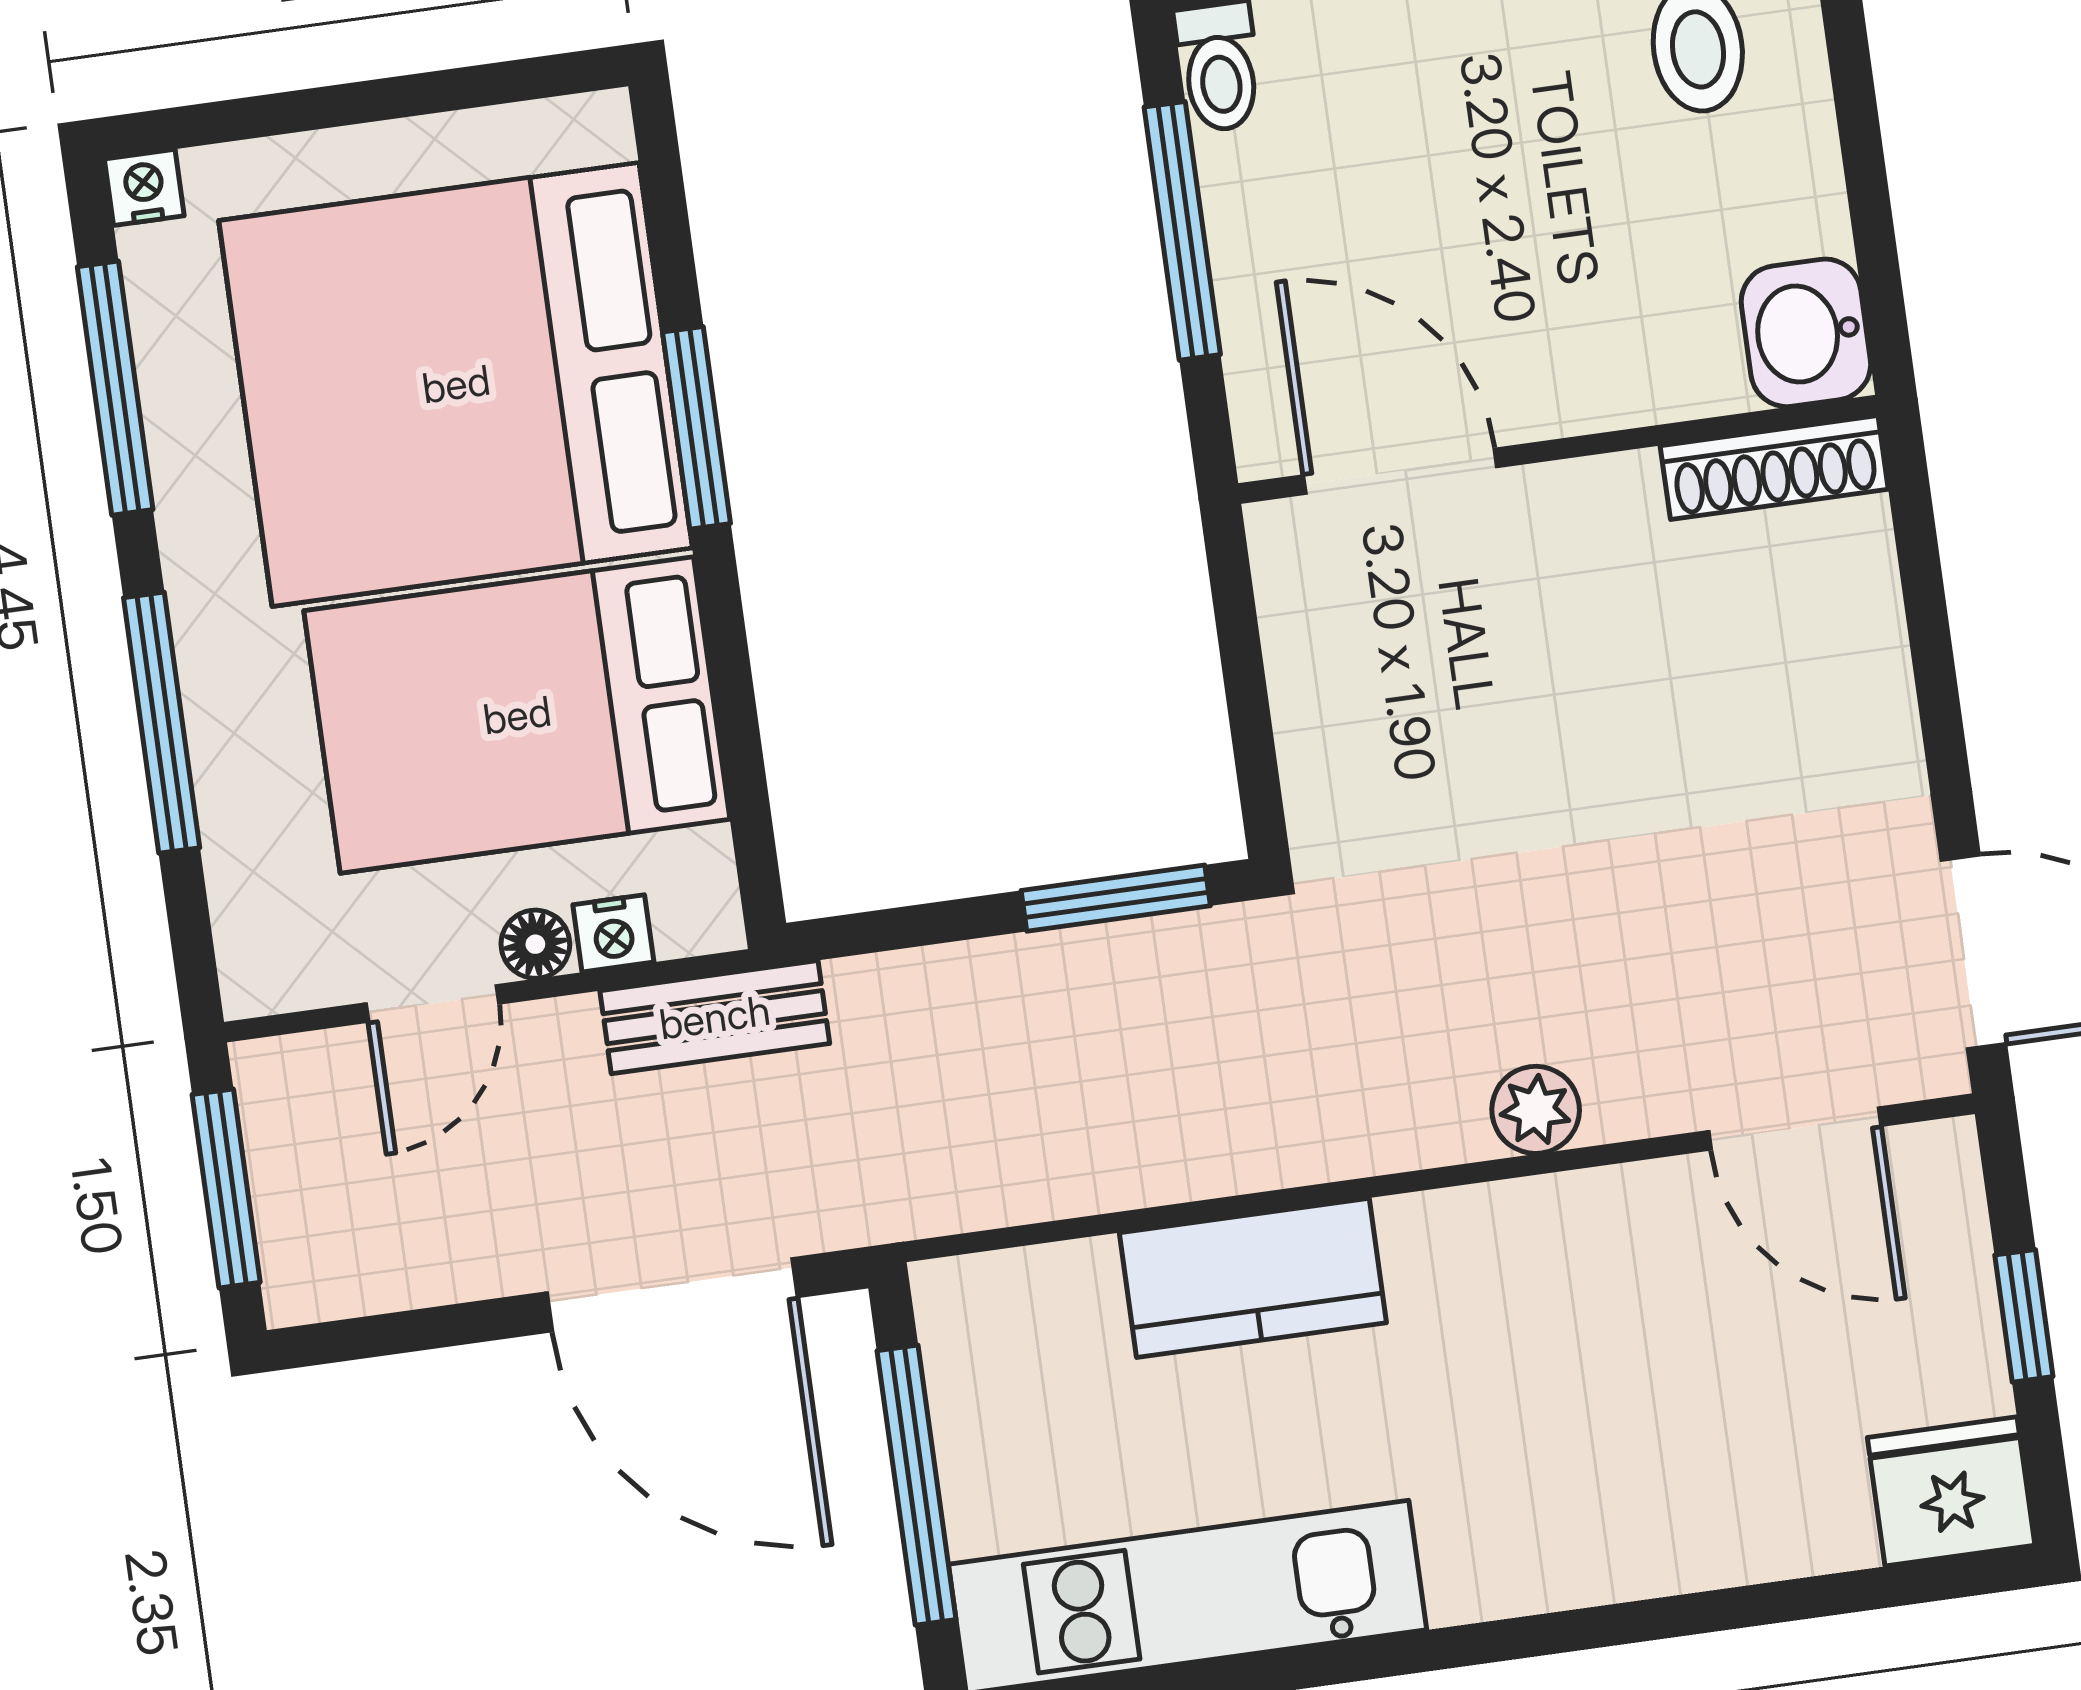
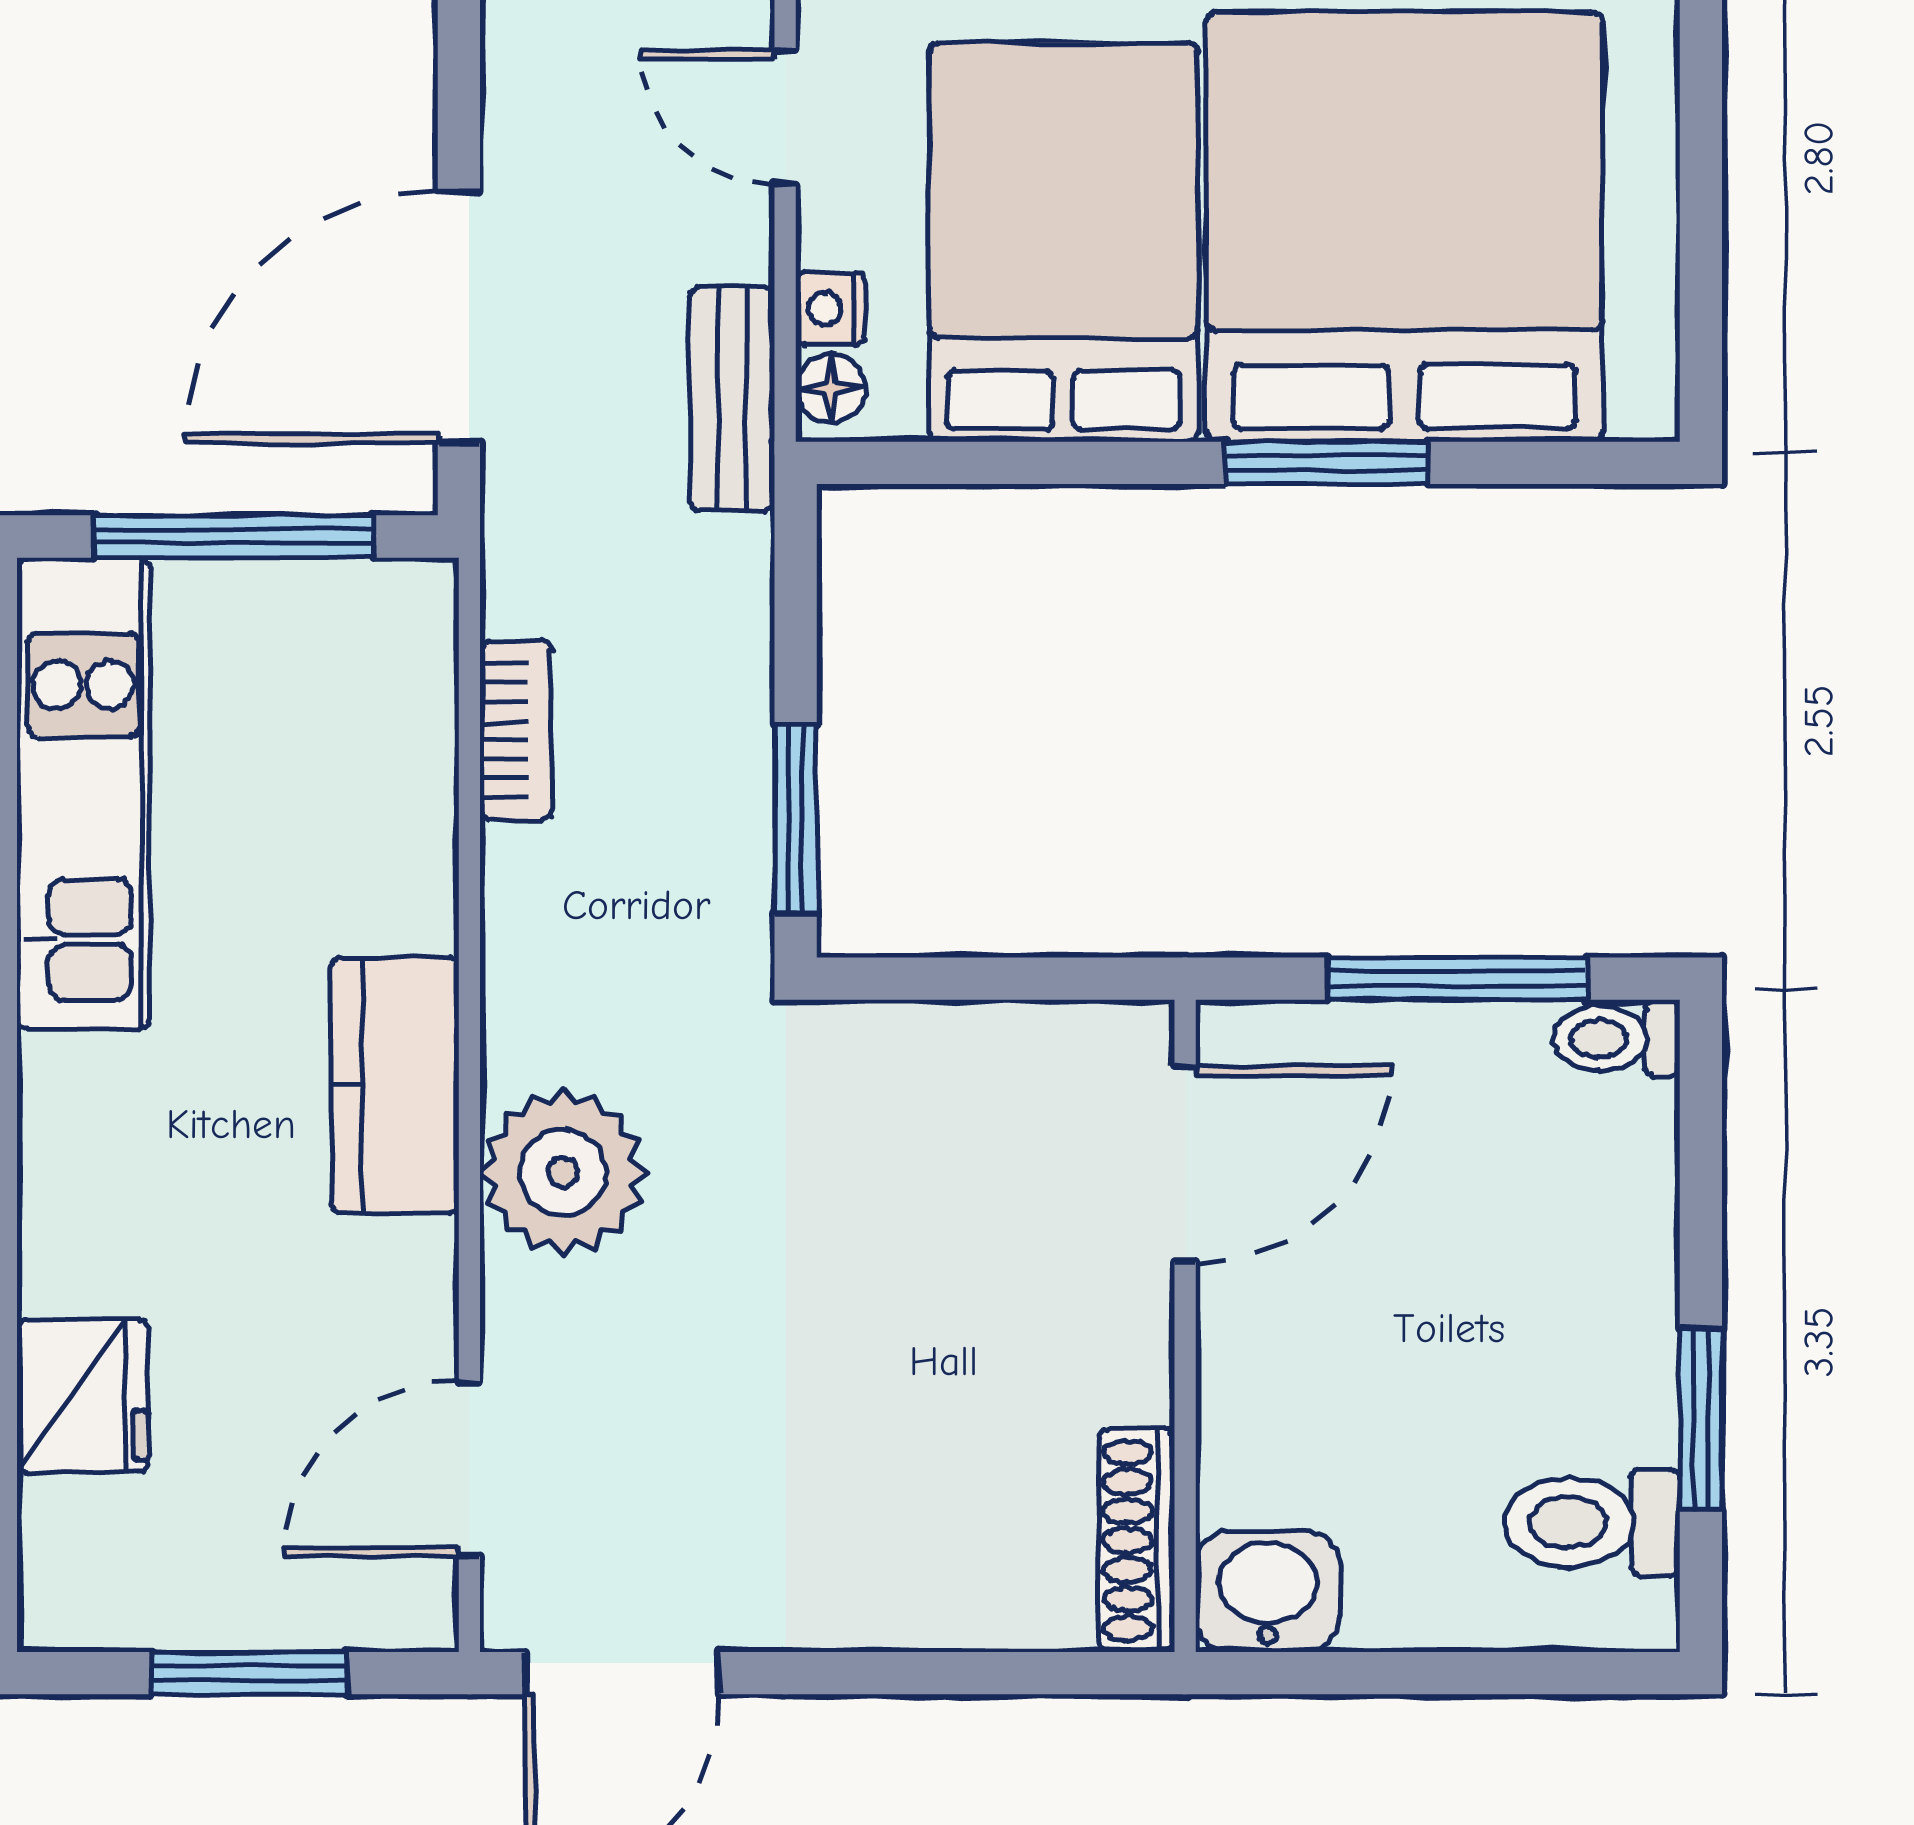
floor lamp: (535, 944) -> (830, 389), moved
plant: (1536, 1110) -> (563, 1172), width x1.88, depth x1.88
bookcase: (1068, 1183) -> (516, 730), added
kitchen counter: (1253, 1278) -> (395, 1085), moved
window: (2024, 1316) -> (249, 1673), width x1.50
fridge: (1951, 1491) -> (83, 1396), moved

